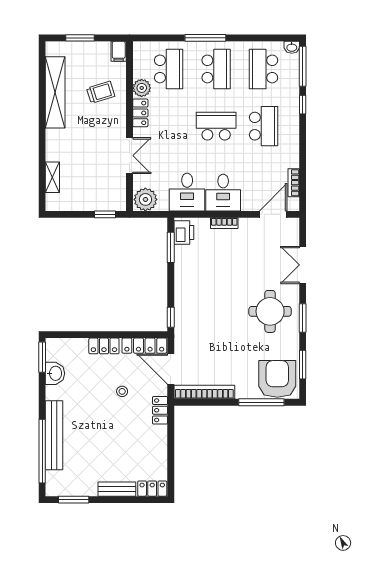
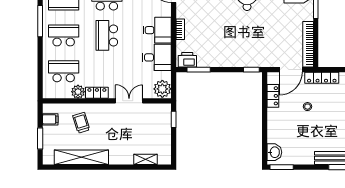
window: (205, 38) -> (40, 21), moved
filing cabinet: (119, 51) -> (50, 119), moved
locker: (104, 346) -> (273, 120), removed
locker: (144, 346) -> (273, 96), width x0.66
washbasin: (55, 373) -> (274, 152), moved, turned 90
locker: (160, 410) -> (322, 78), width x1.53

